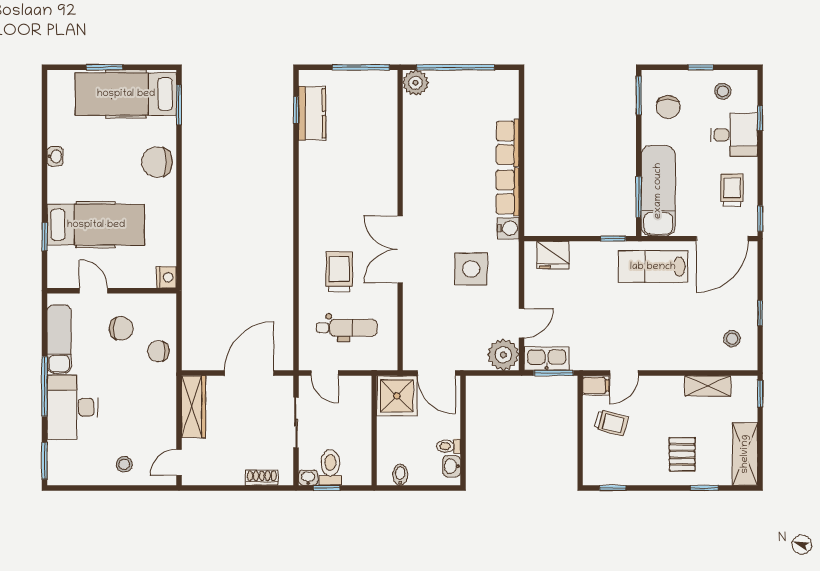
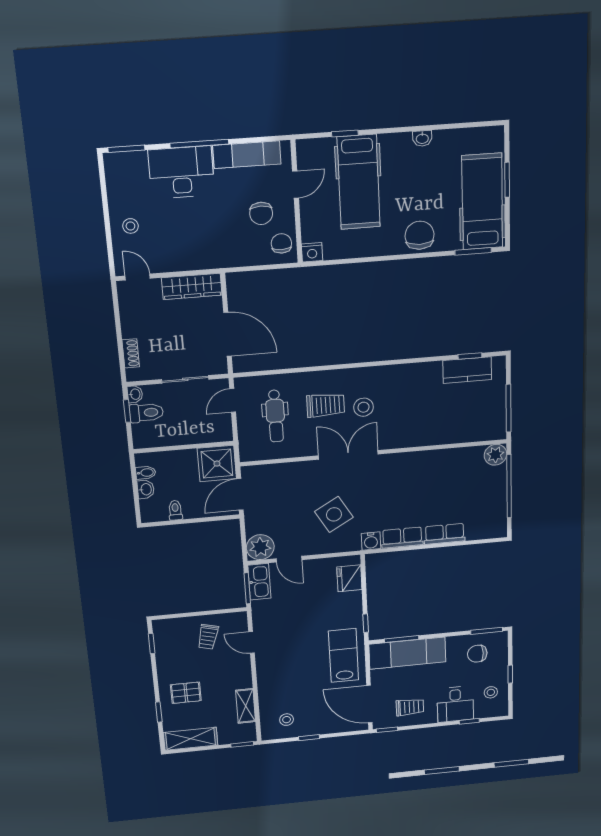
stool: (345, 230) -> (363, 407), added
side table: (471, 269) -> (334, 514), turned -30
chair: (158, 351) -> (281, 243), moved
filing cabinet: (596, 385) -> (239, 622), removed
washbasin: (452, 466) -> (146, 489), moved, turned 90

